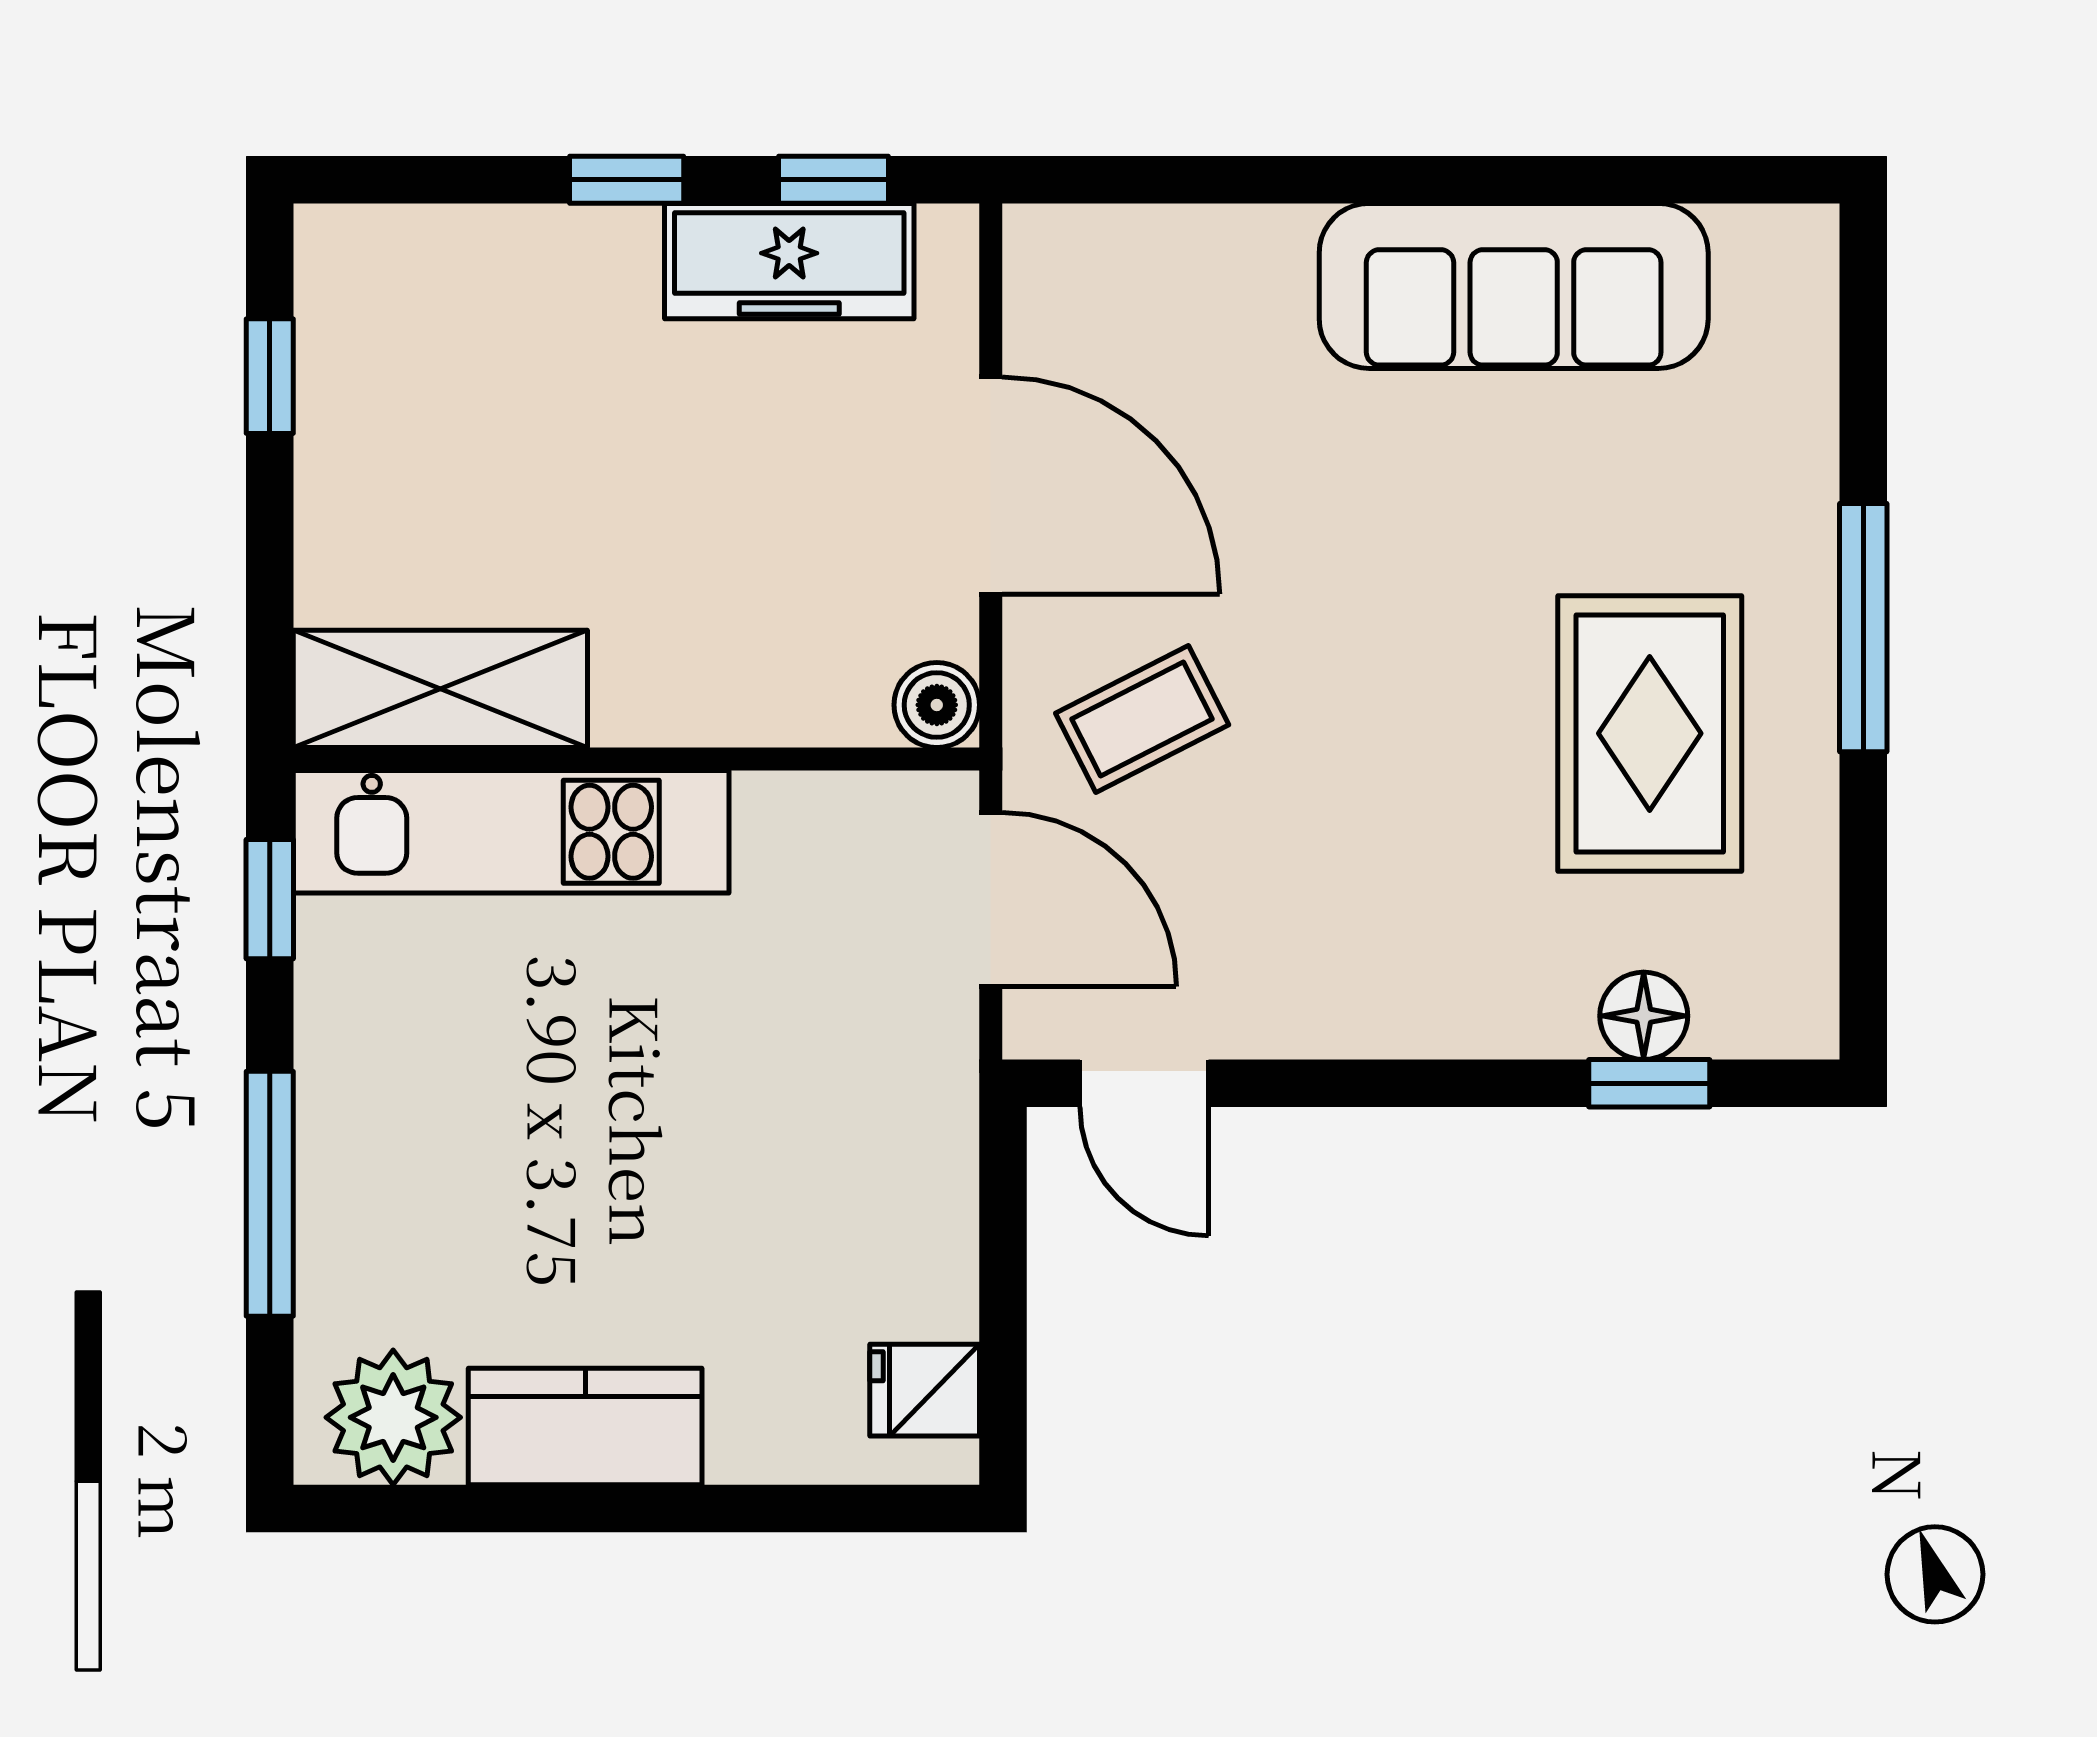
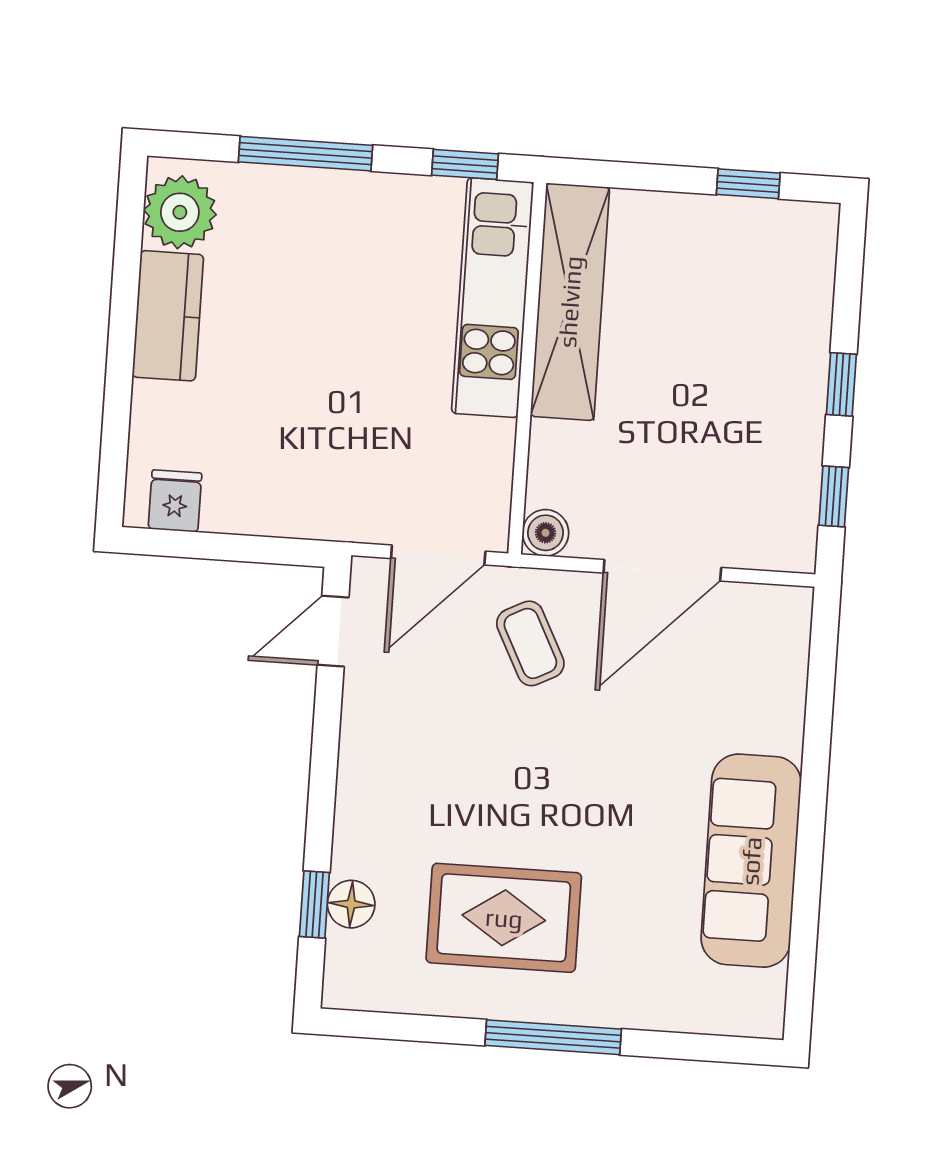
freezer: (789, 261) -> (791, 469), removed
shelving: (440, 689) -> (570, 302), width x1.47

